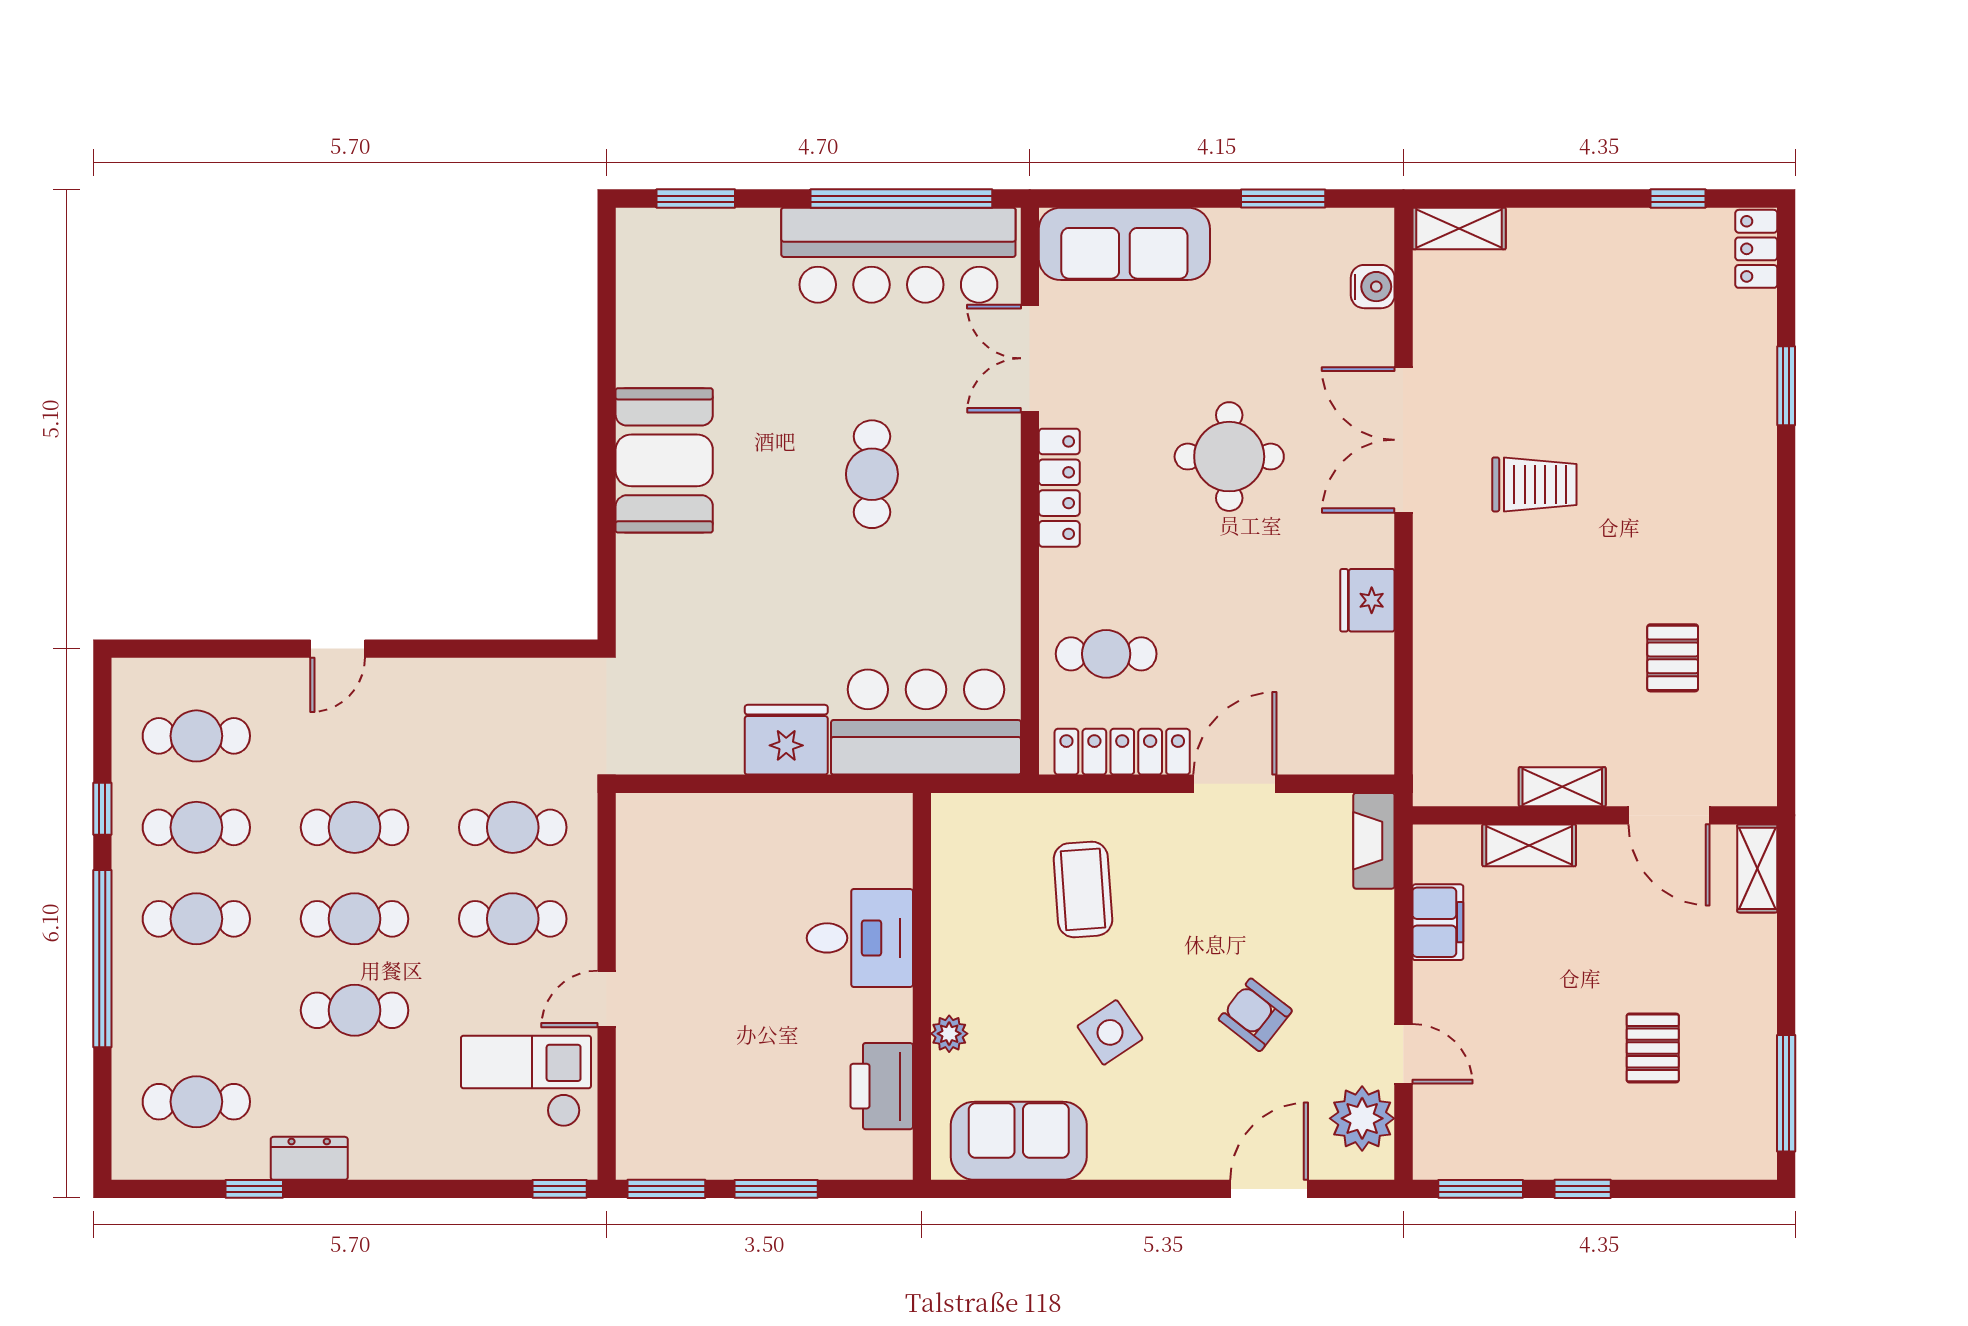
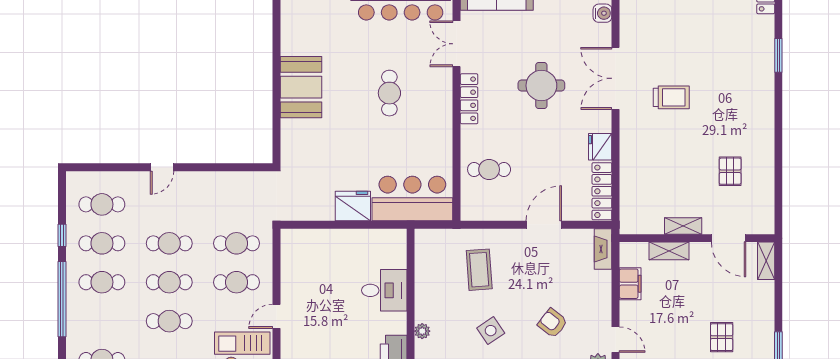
locker: (1122, 752) -> (602, 191), moved, turned -90

